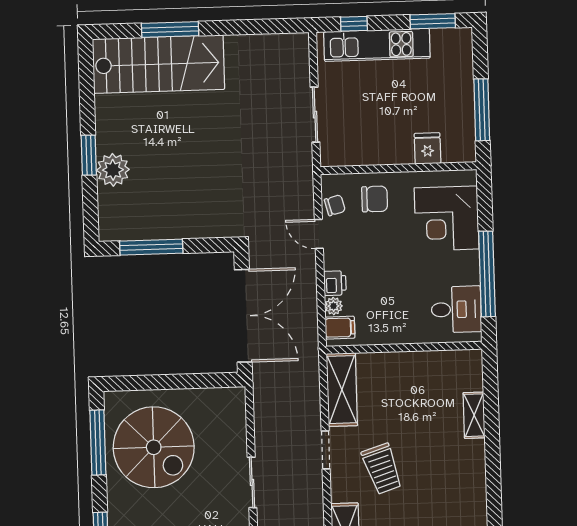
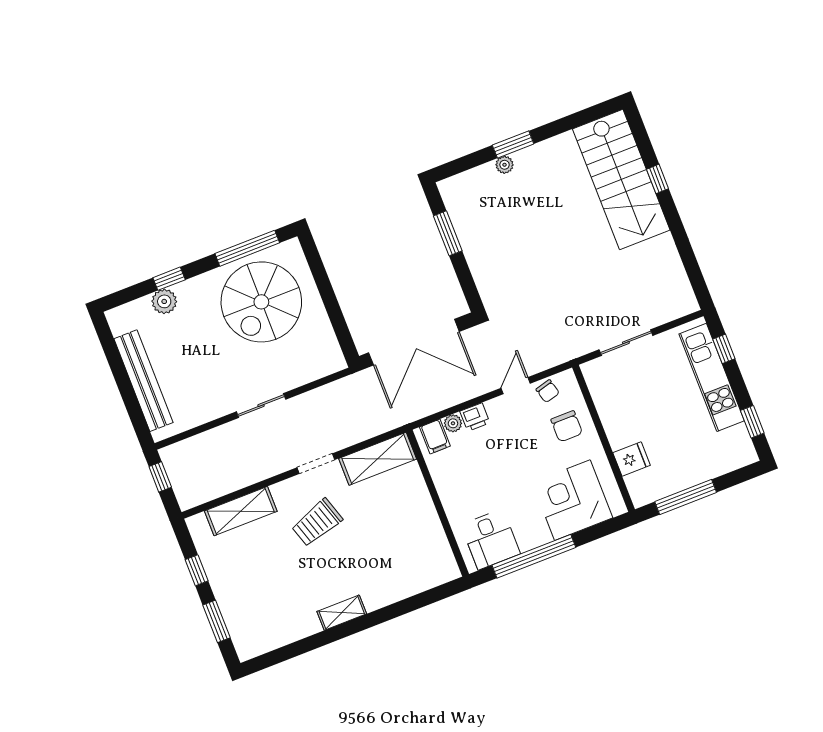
window: (433, 21) -> (752, 422), width x0.67
window: (170, 29) -> (658, 179), width x0.46
plant: (113, 170) -> (505, 165), width x0.53, depth x0.53
window: (151, 247) -> (448, 233), width x0.69
shelving: (474, 415) -> (342, 613), moved

